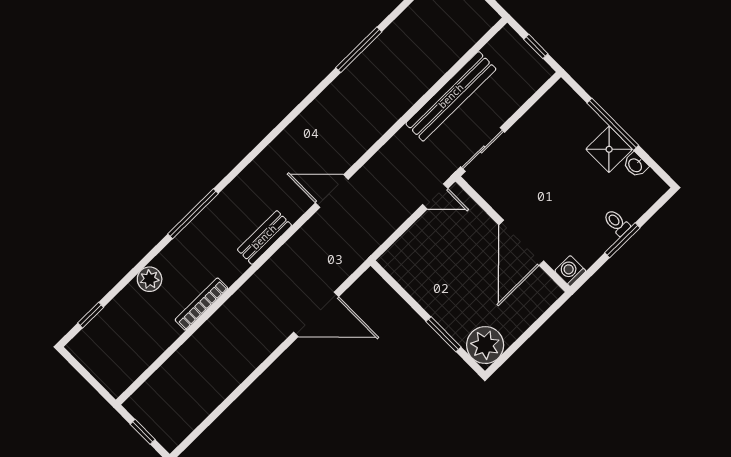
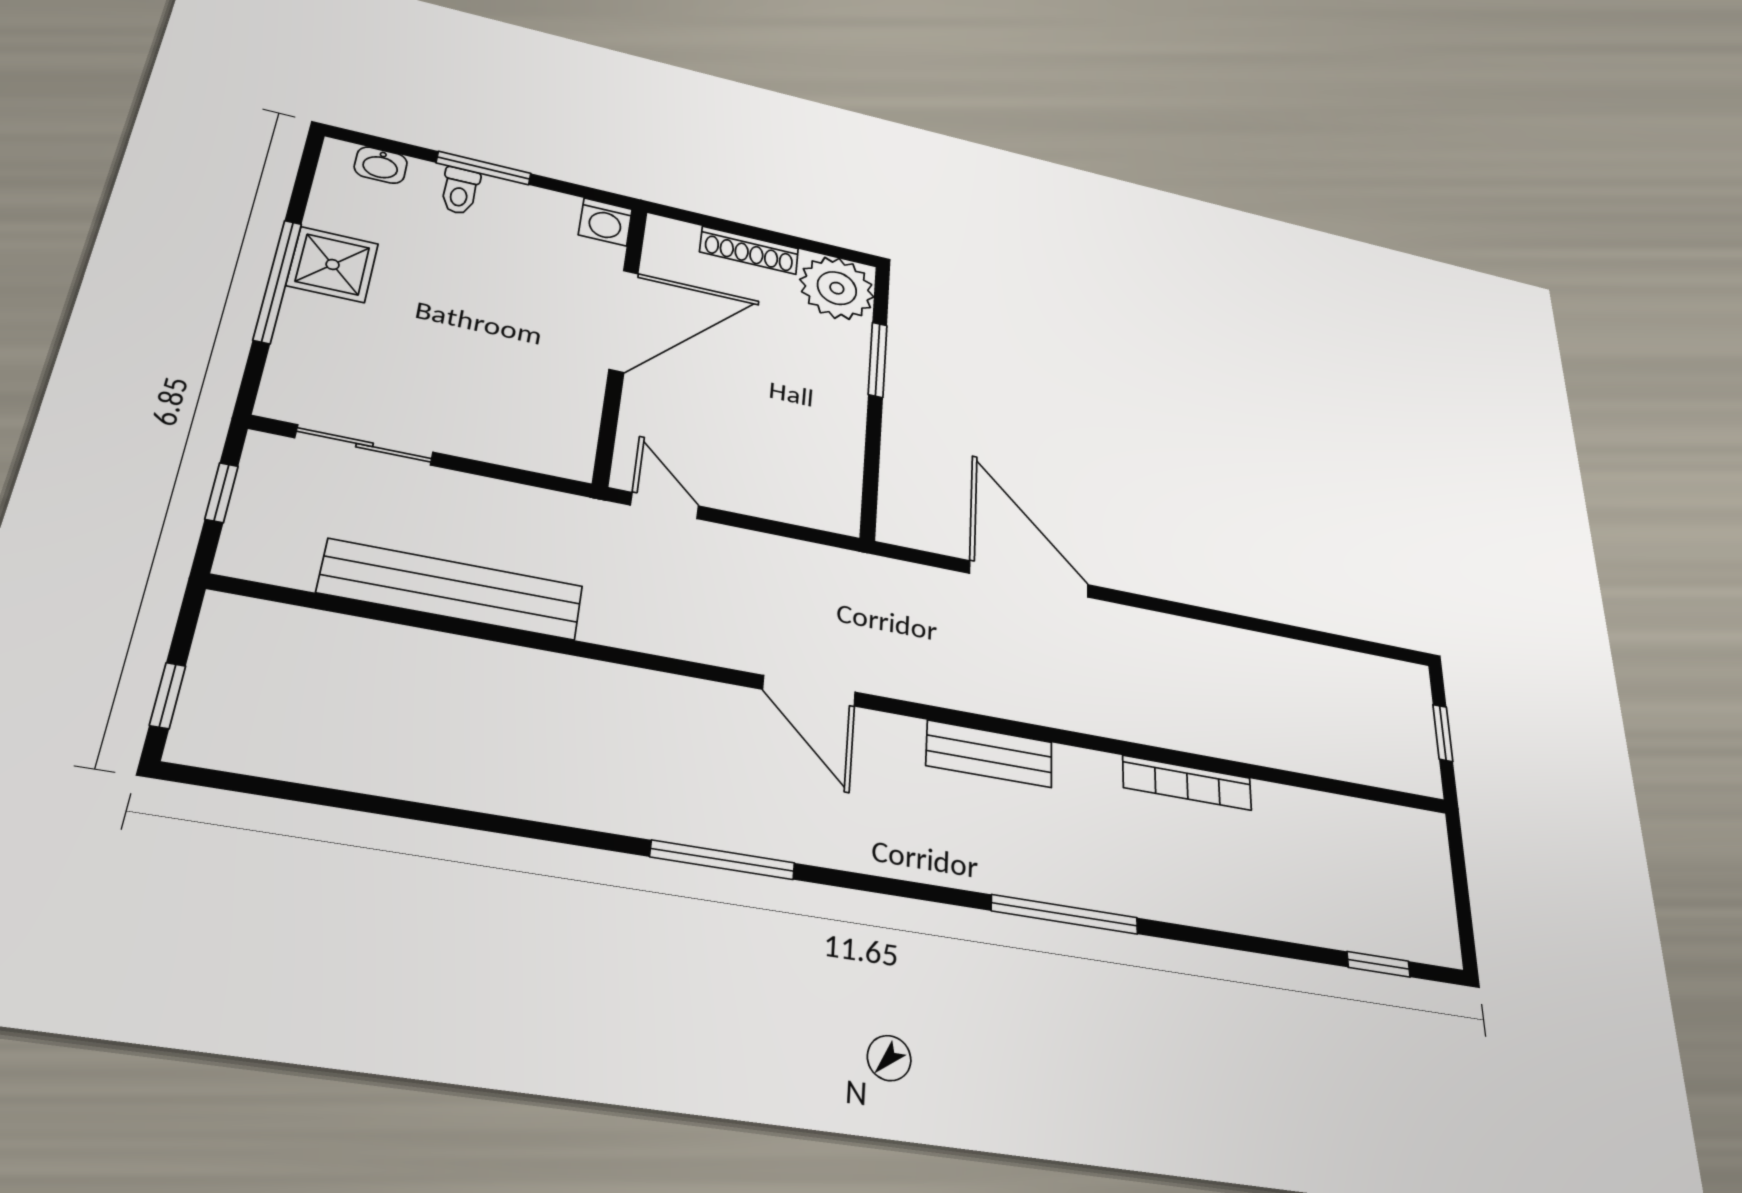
window: (359, 50) -> (723, 860), moved
sliding door: (483, 149) -> (364, 445), moved
washbasin: (635, 165) -> (381, 165), moved, turned 90
plant: (150, 279) -> (1234, 906), removed
shoe rack: (524, 322) -> (749, 250), added

